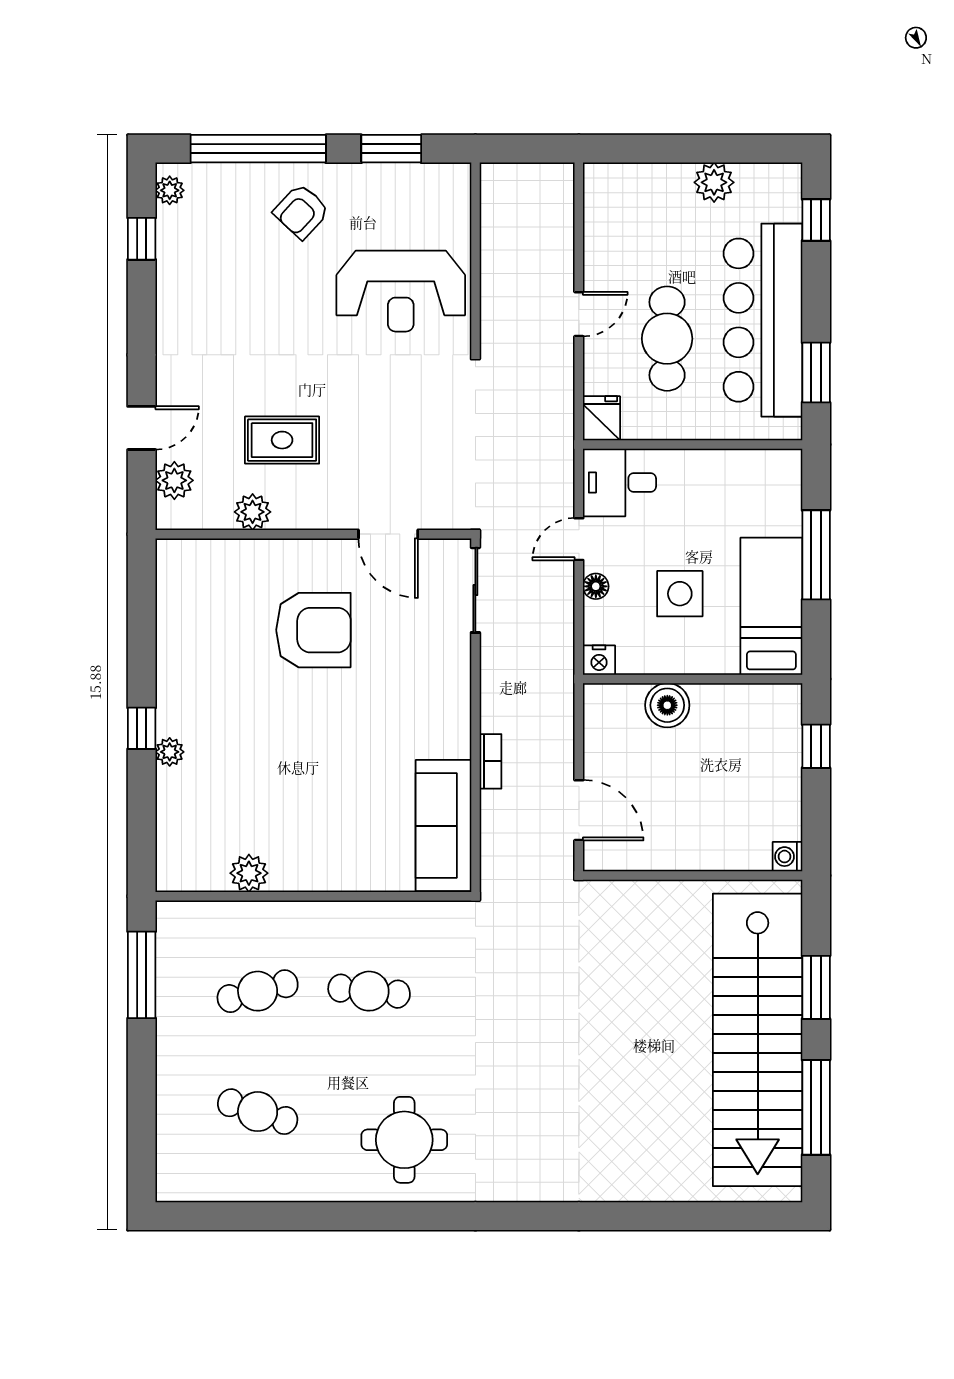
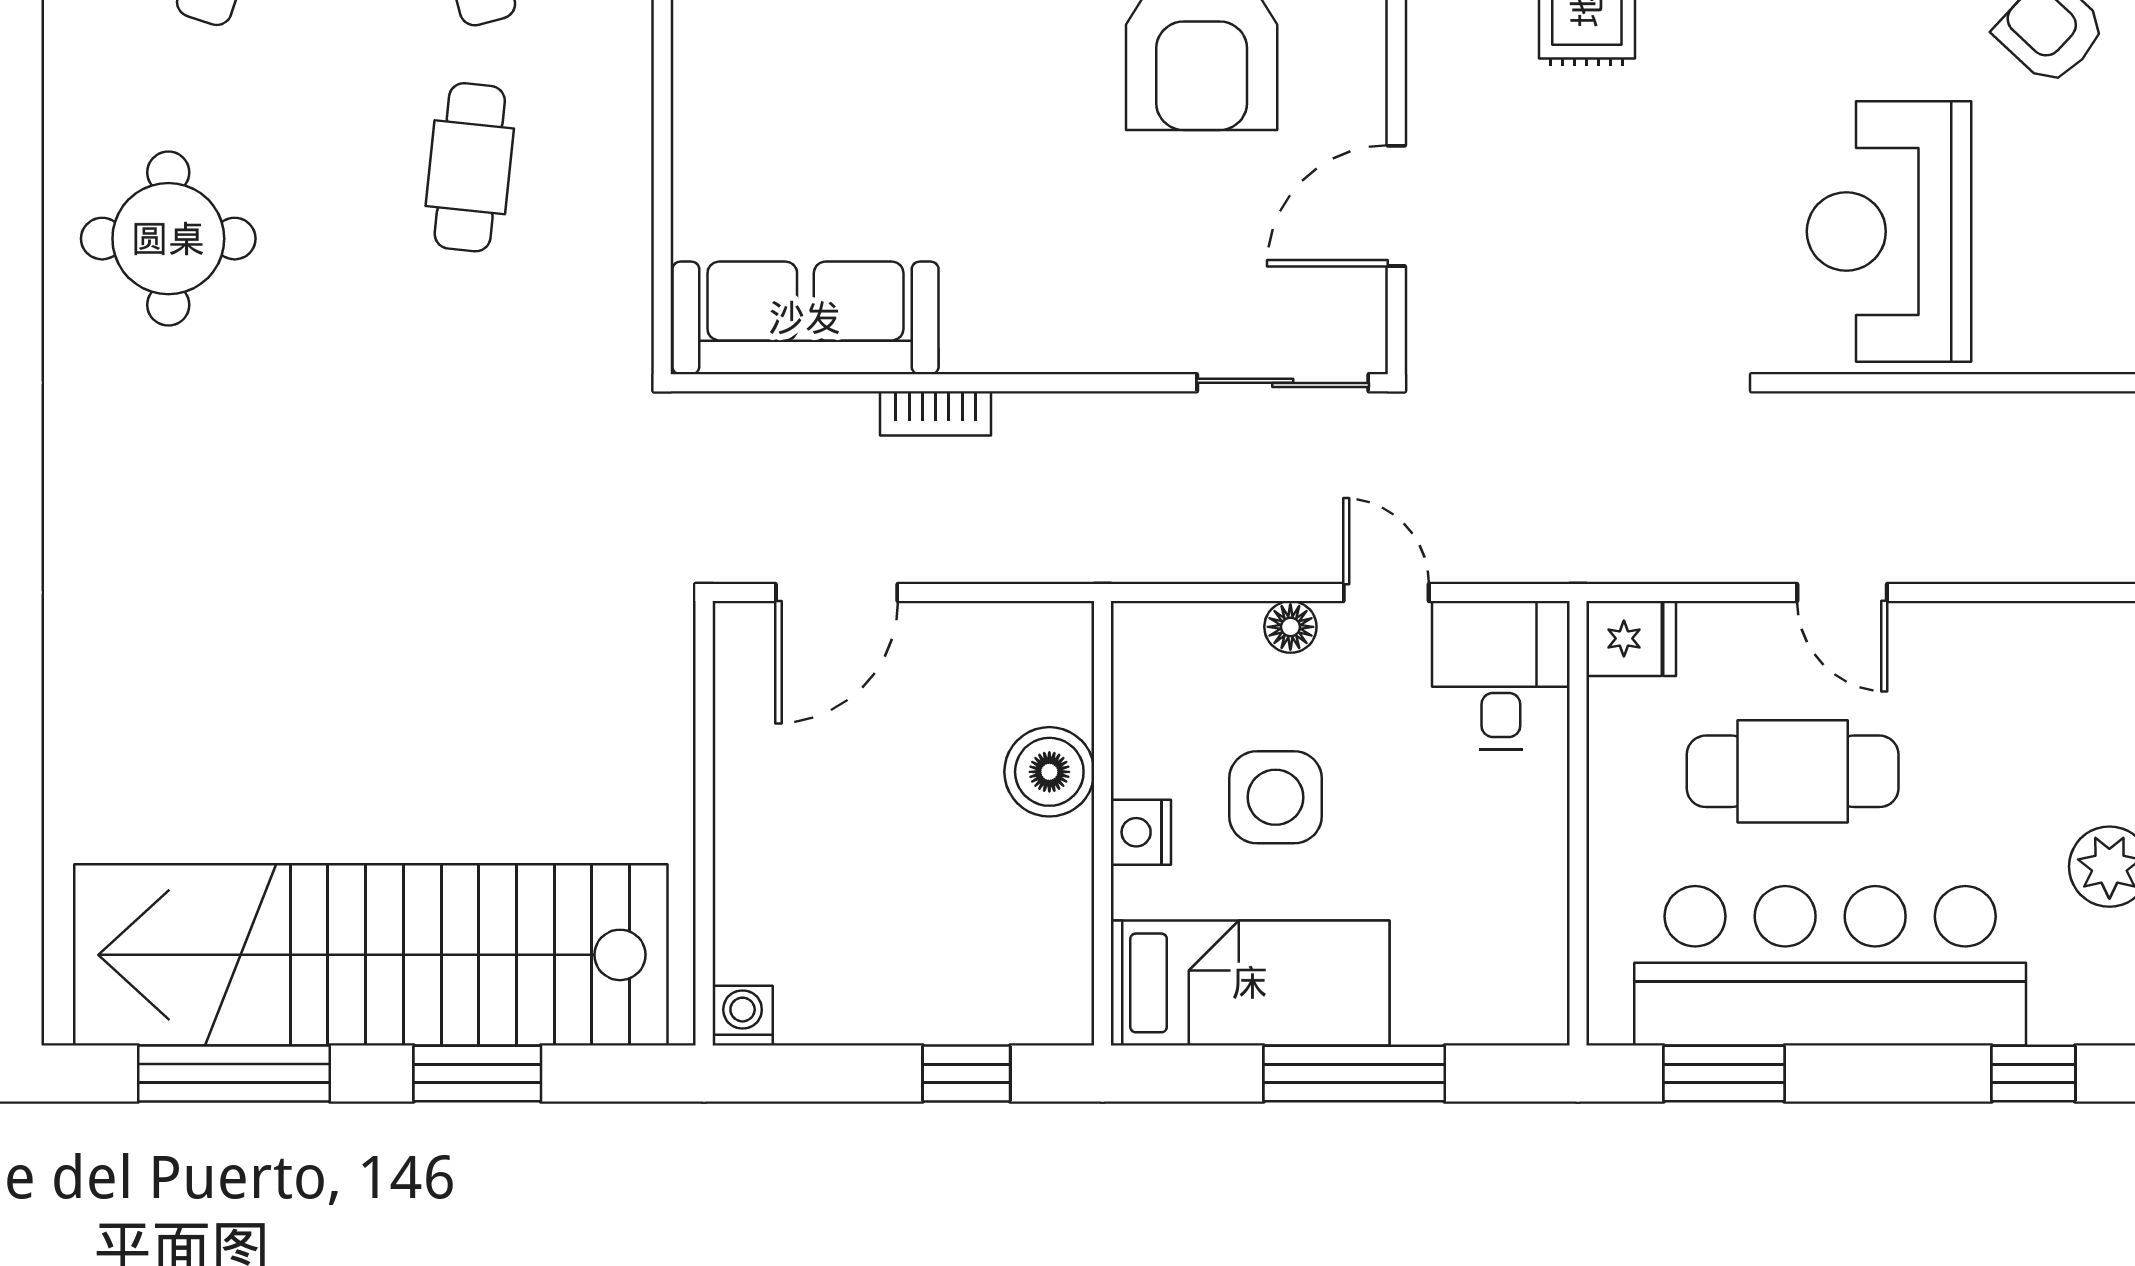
nightstand: (599, 660) -> (1141, 832), moved

